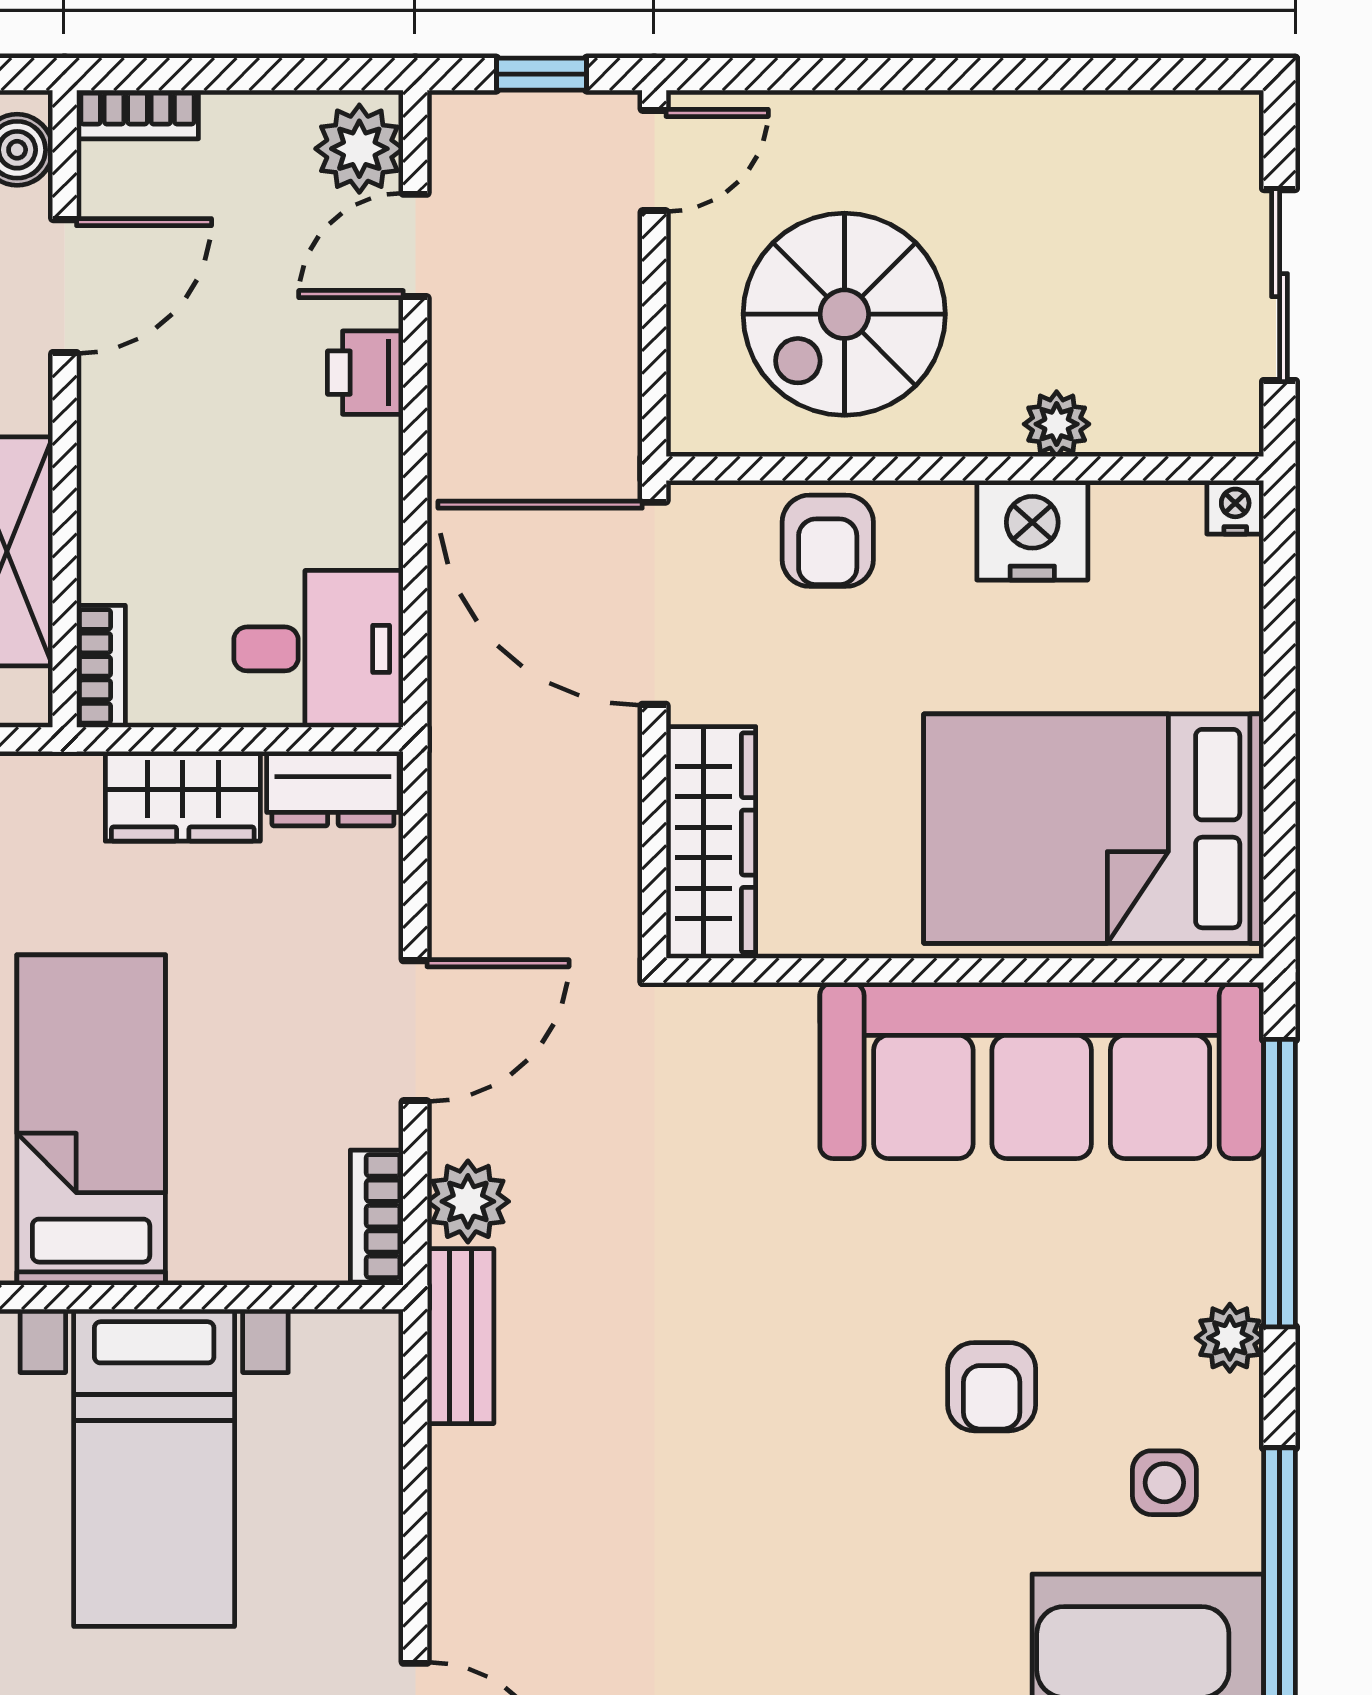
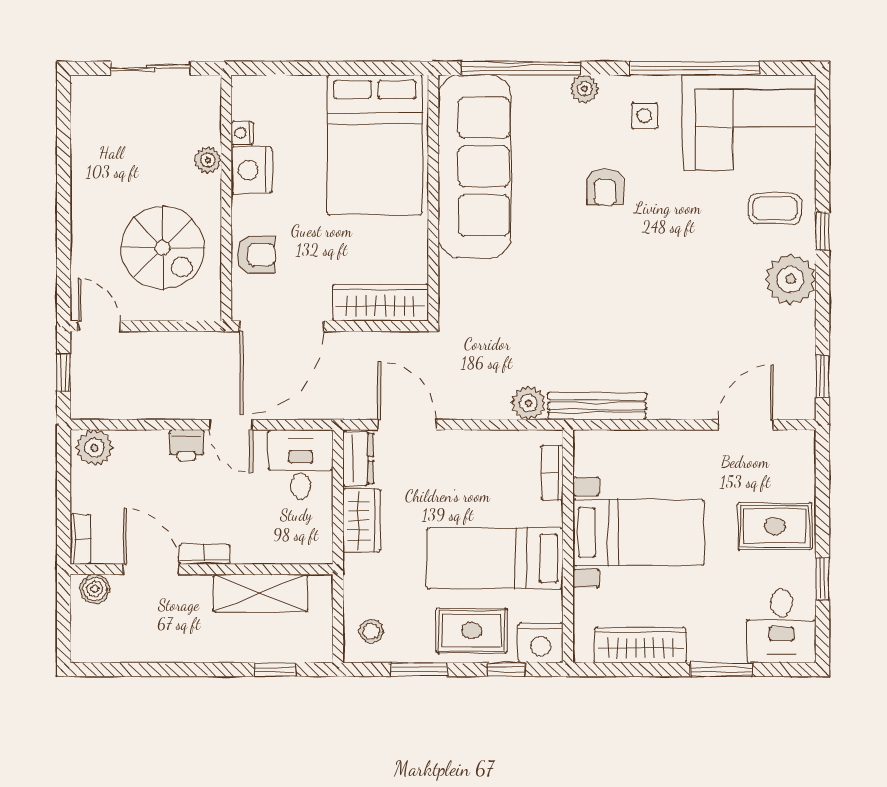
door: (415, 245) -> (231, 425), moved
nightstand: (1235, 507) -> (242, 133), moved
bookcase: (101, 666) -> (205, 554), moved
door: (415, 1031) -> (407, 425), moved
bookcase: (377, 1216) -> (552, 473), moved, turned 90
bench: (460, 1336) -> (597, 406), width x1.36
armchair: (992, 1387) -> (605, 187), turned 90

